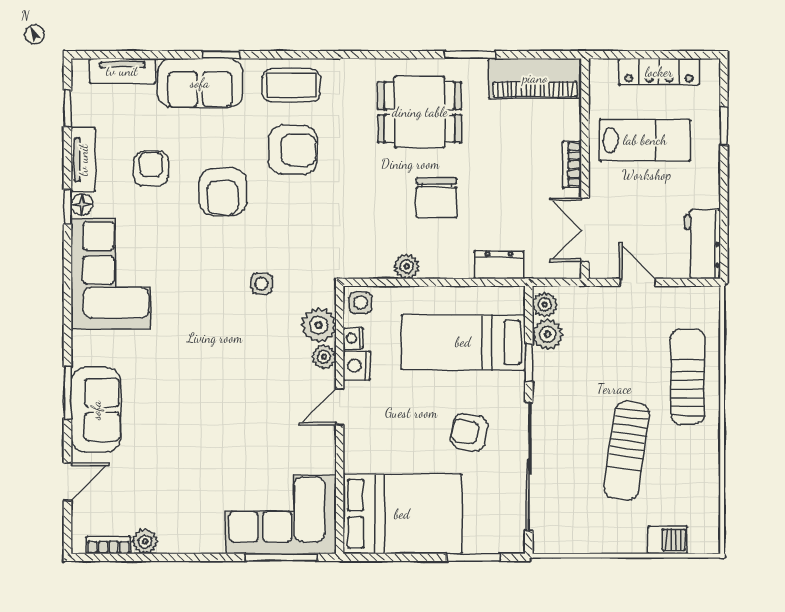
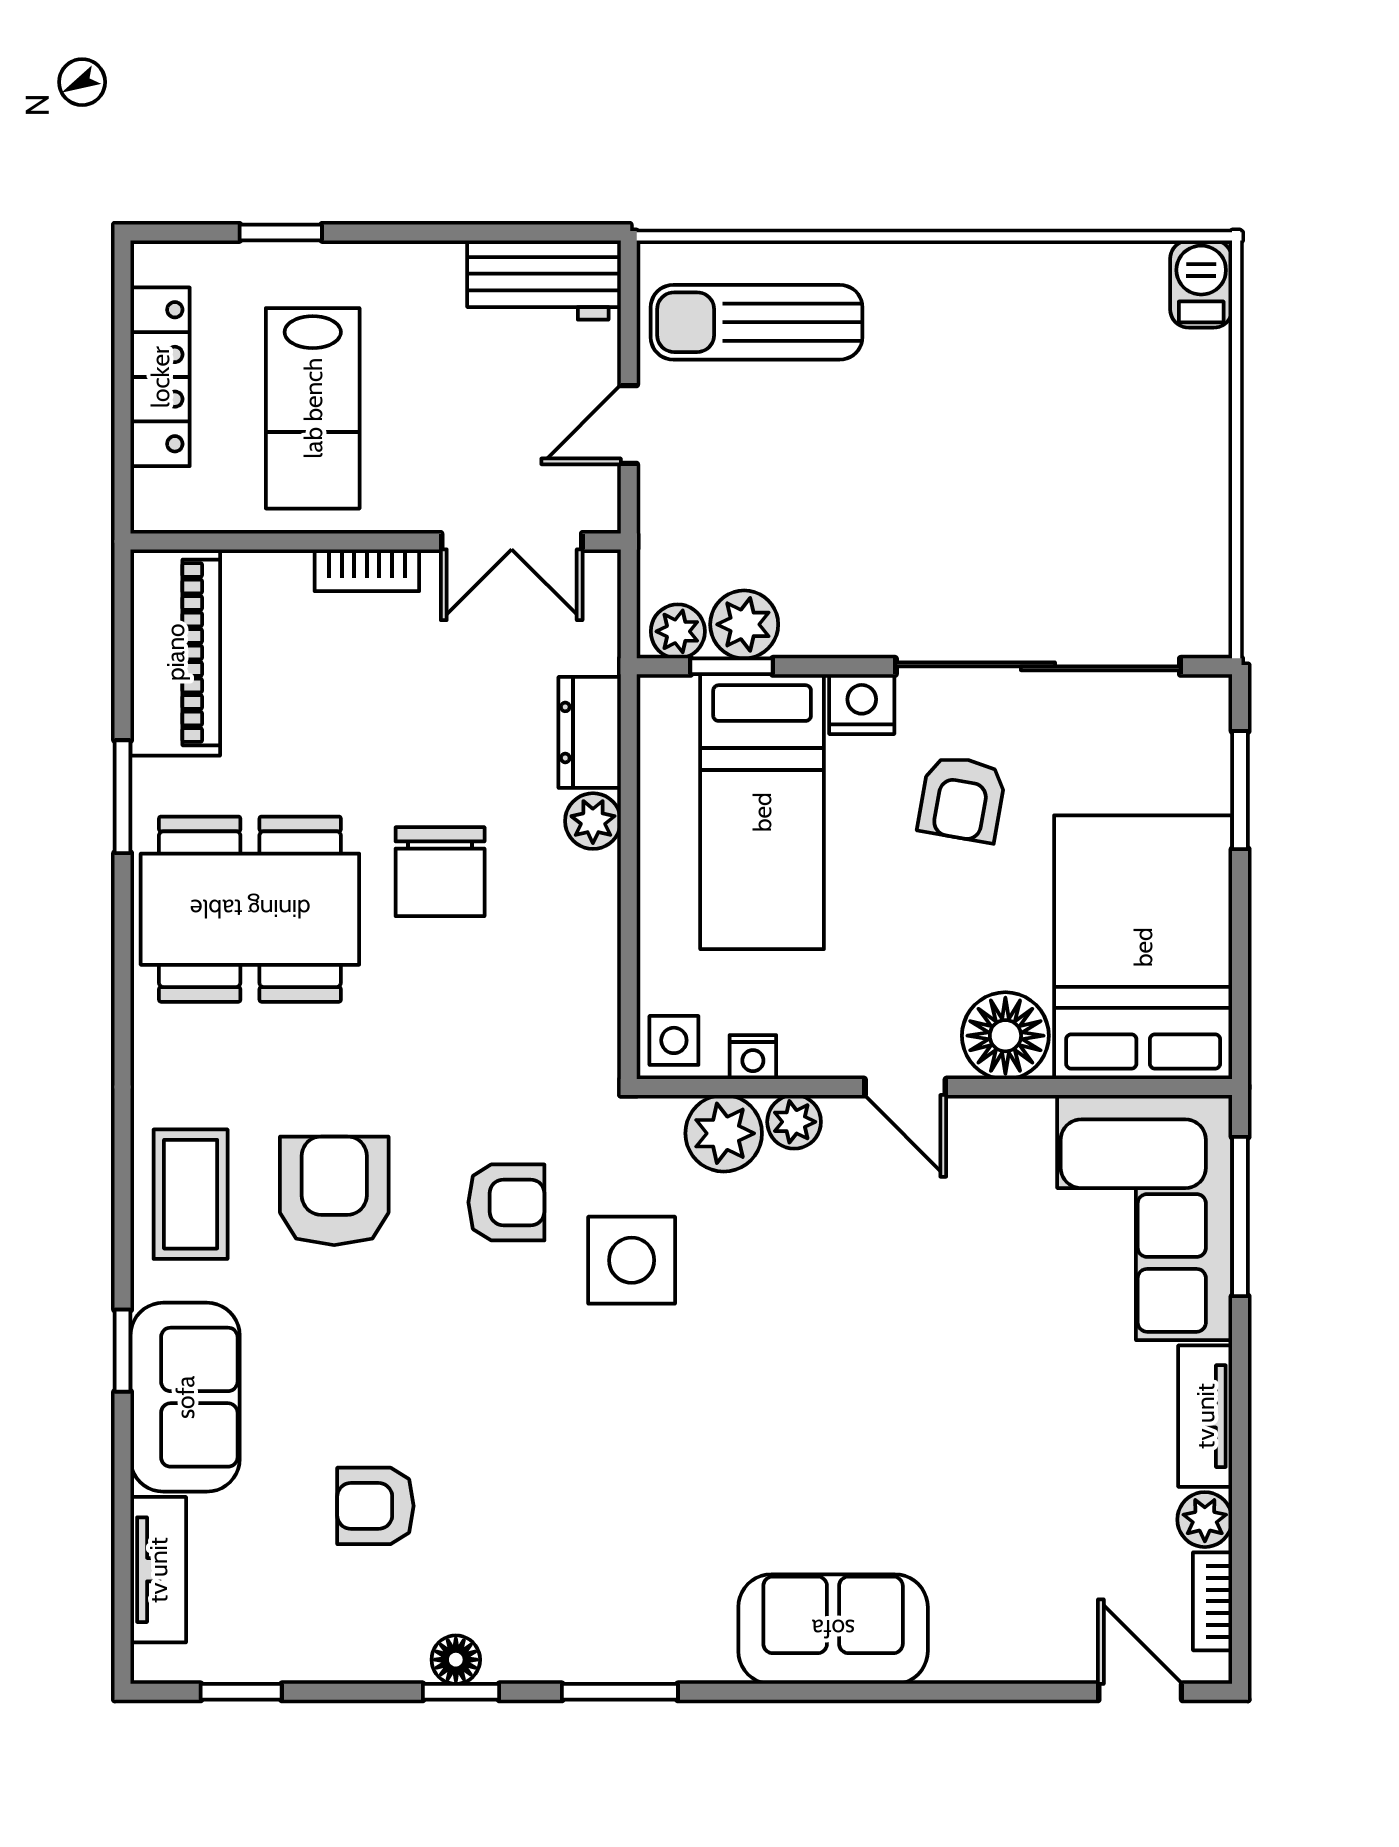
dining table: (420, 112) -> (250, 909), width x1.38
lab bench: (645, 140) -> (313, 408), turned 180
tv unit: (83, 160) -> (1205, 1416), moved, turned -90
armchair: (223, 192) -> (506, 1202), moved, width x0.72, depth x0.72
chair: (436, 198) -> (440, 872), turned 90
plant: (407, 266) -> (593, 821), moved
corner sofa: (111, 274) -> (609, 1596), removed
side table: (262, 284) -> (632, 1260), width x1.87, depth x1.87
window: (529, 363) -> (732, 666), moved
nightstand: (357, 366) -> (862, 704), moved, turned 180
sun lounger: (688, 376) -> (757, 322), moved
window: (68, 393) -> (620, 1692), moved
sofa: (96, 410) -> (833, 1629), moved
sun lounger: (627, 451) -> (1003, 449), removed
floor lamp: (363, 452) -> (1005, 1036), added
door: (68, 482) -> (1140, 1692), moved
barbecue: (668, 540) -> (1201, 284), moved

